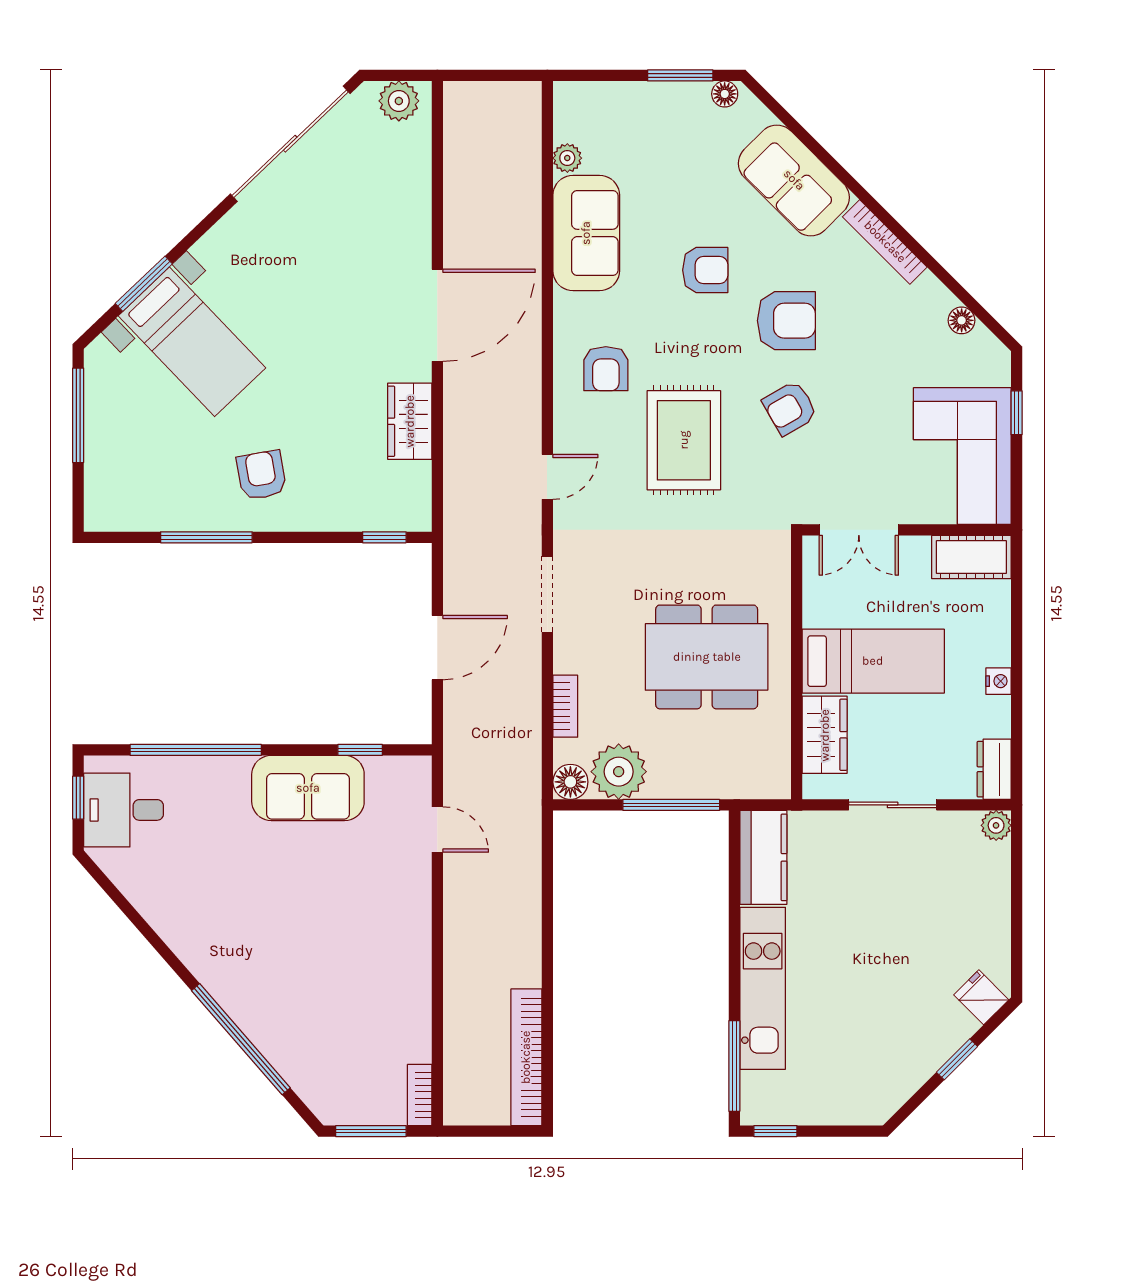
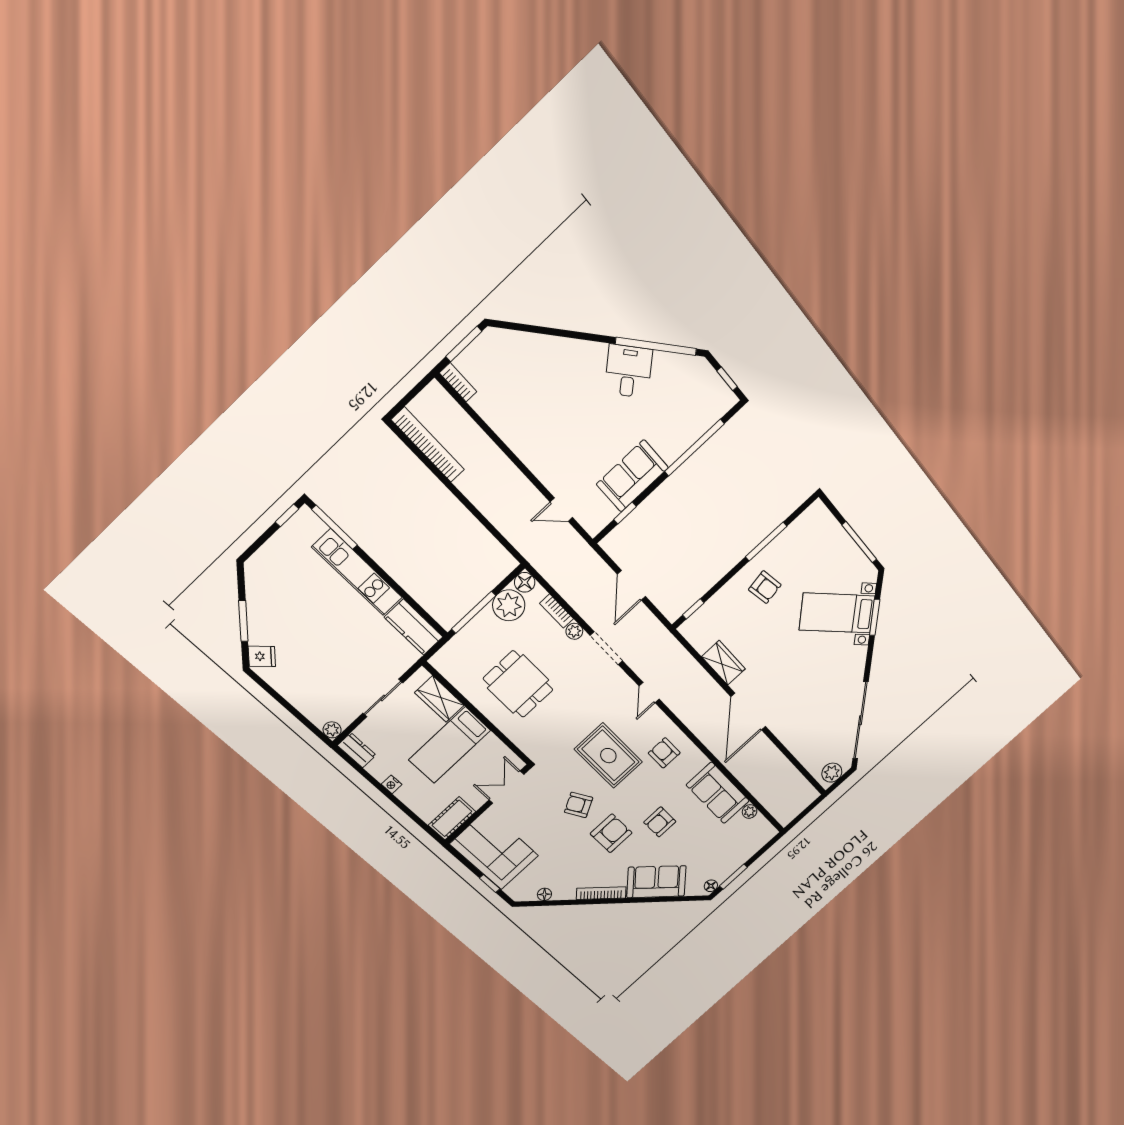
armchair: (786, 321) -> (611, 833), turned 180
armchair: (790, 408) -> (579, 805), turned -89
plant: (568, 657) -> (574, 631), added
dining table: (707, 657) -> (518, 684), width x0.73
desk: (124, 810) -> (628, 371), moved, turned -41
window: (241, 1039) -> (656, 346), moved
window: (957, 1059) -> (243, 621), width x1.50

